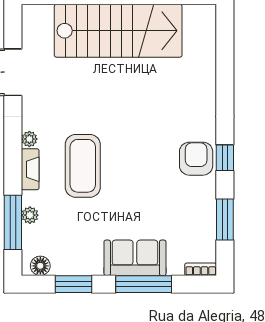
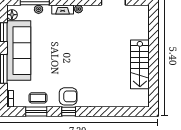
stairs: (118, 31) -> (140, 64), width x0.73, depth x0.66
coffee table: (83, 166) -> (38, 98), moved, width x0.54, depth x0.58
sofa: (135, 258) -> (19, 51), width x1.85, depth x1.27

